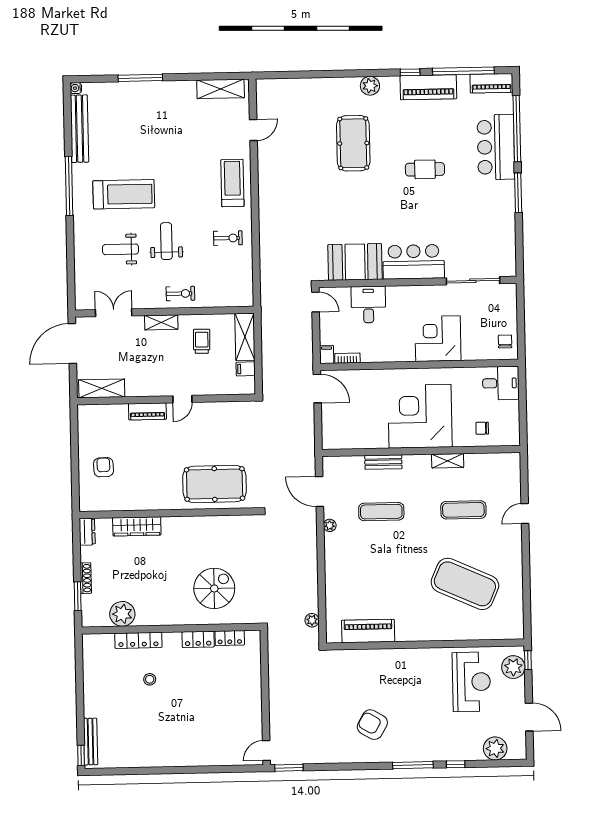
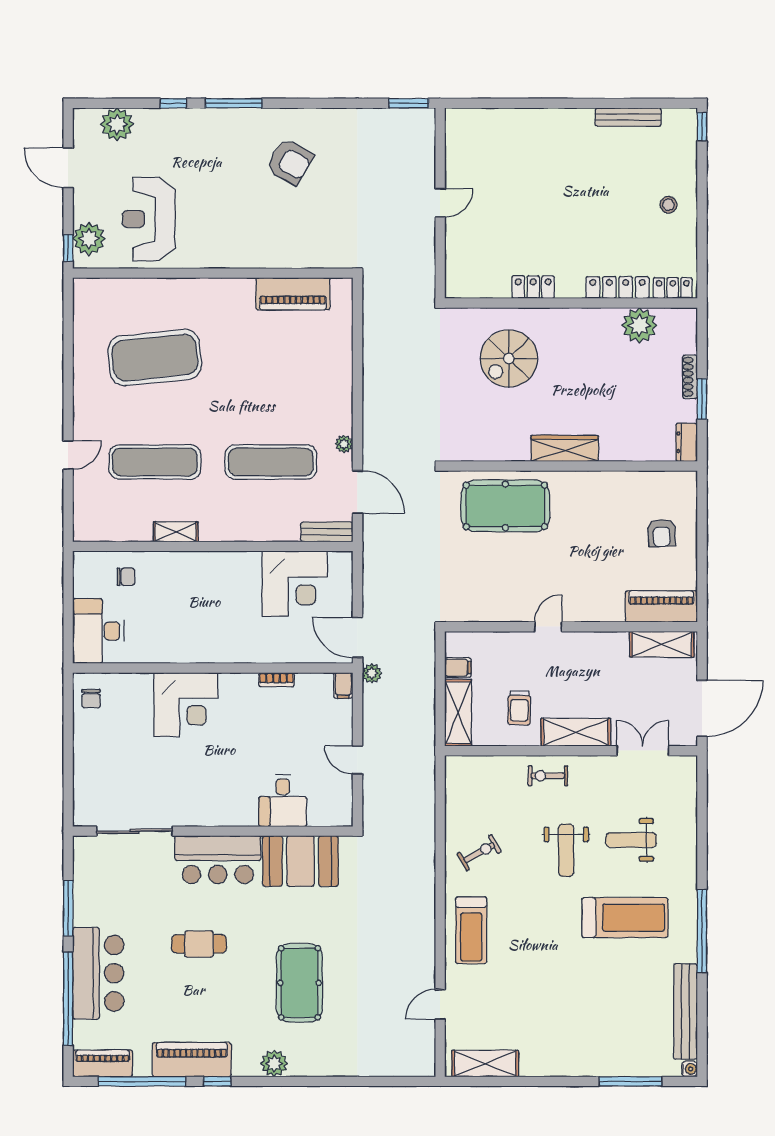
window: (140, 78) -> (631, 1081), moved
treadmill: (124, 194) -> (625, 918), turned 180
exercise bike: (228, 238) -> (479, 853), turned 151
weight bench: (121, 249) -> (631, 840), turned 180
booth: (355, 262) -> (300, 861), moved
bar counter: (414, 262) -> (218, 860), moved
sliding door: (473, 281) -> (135, 831), moved
wall: (418, 282) -> (213, 831), moved
desk: (368, 305) -> (283, 801), moved
double door: (114, 313) -> (643, 751), swing flipped
shelving: (161, 322) -> (576, 732), width x1.50, depth x1.33
bookcase: (347, 358) -> (276, 680), moved
desk: (501, 383) -> (98, 631), width x1.37
piano: (147, 411) -> (661, 606), moved, width x1.37, depth x1.33
corner desk: (420, 416) -> (295, 584), moved, width x0.74, depth x0.74
bench: (383, 462) -> (327, 532), moved
exercise mat: (463, 510) -> (155, 462), width x1.36, depth x1.45
exercise mat: (381, 512) -> (271, 462), width x1.36, depth x1.45
wardrobe: (137, 526) -> (565, 448), moved
exercise mat: (465, 584) -> (155, 358), turned -30
window: (78, 596) -> (702, 399), moved
plant: (312, 620) -> (372, 673), moved
locker: (230, 638) -> (673, 288), moved
stool: (150, 679) -> (668, 205), moved
bench: (91, 742) -> (628, 117), moved, turned 90
door: (266, 750) -> (440, 203), moved

